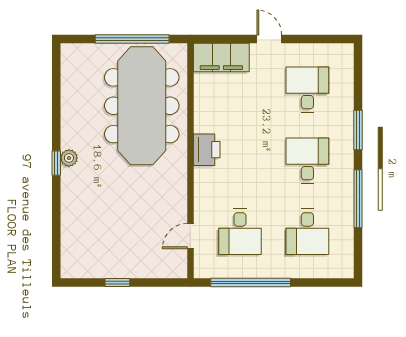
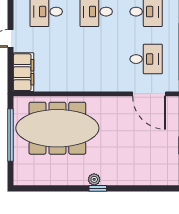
printer: (207, 150) -> (88, 82), removed
door: (190, 236) -> (149, 94), width x1.88

